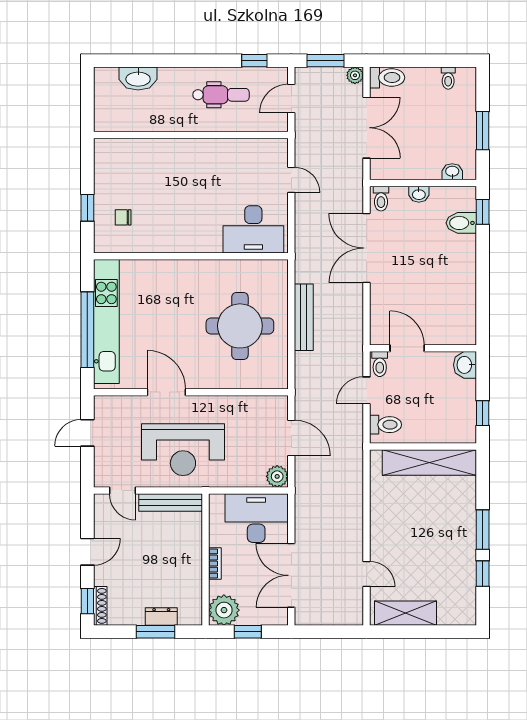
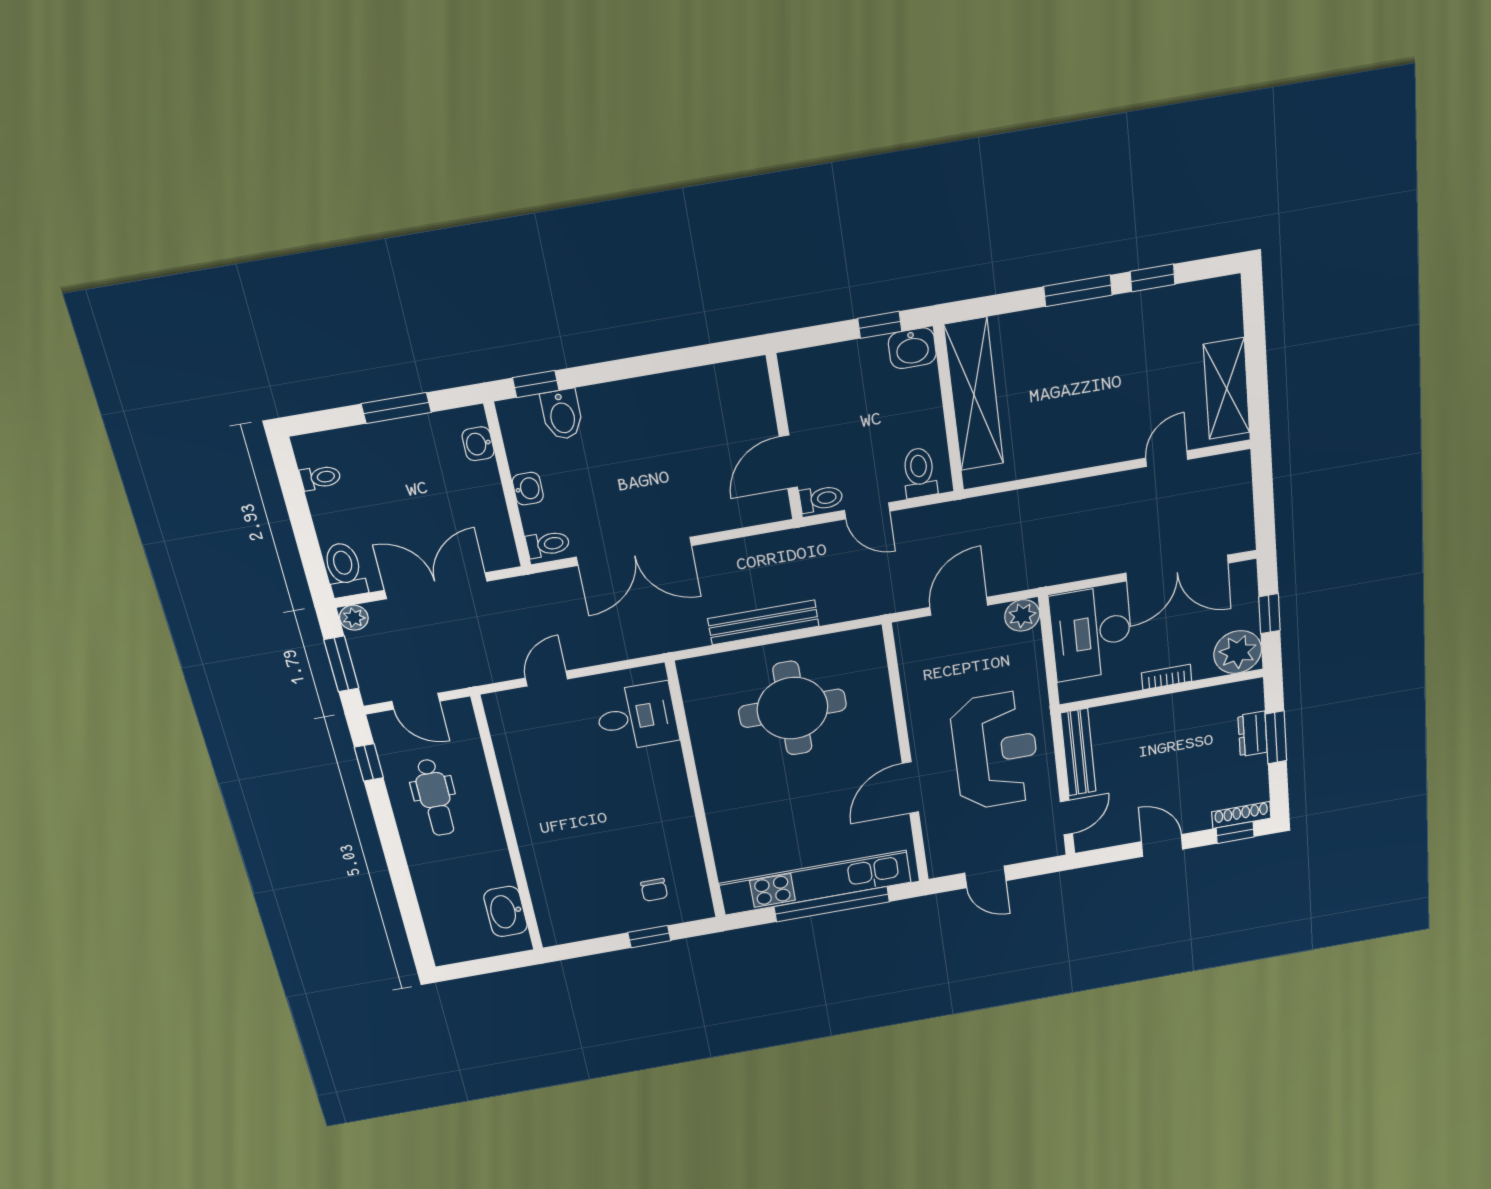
washbasin: (138, 78) -> (506, 911), moved, turned 180
dental chair: (221, 95) -> (435, 798), turned 180
desk: (253, 229) -> (637, 717), width x0.73
washbasin: (465, 365) -> (912, 348), moved

